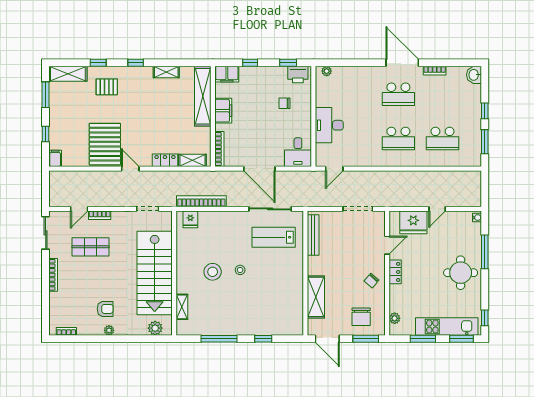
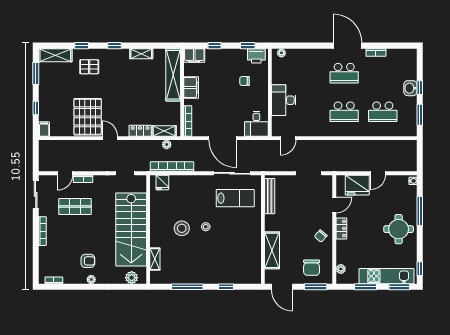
washbasin: (474, 75) -> (410, 88), moved
plant: (195, 176) -> (167, 144), added
lab bench: (274, 237) -> (235, 198), turned 180

